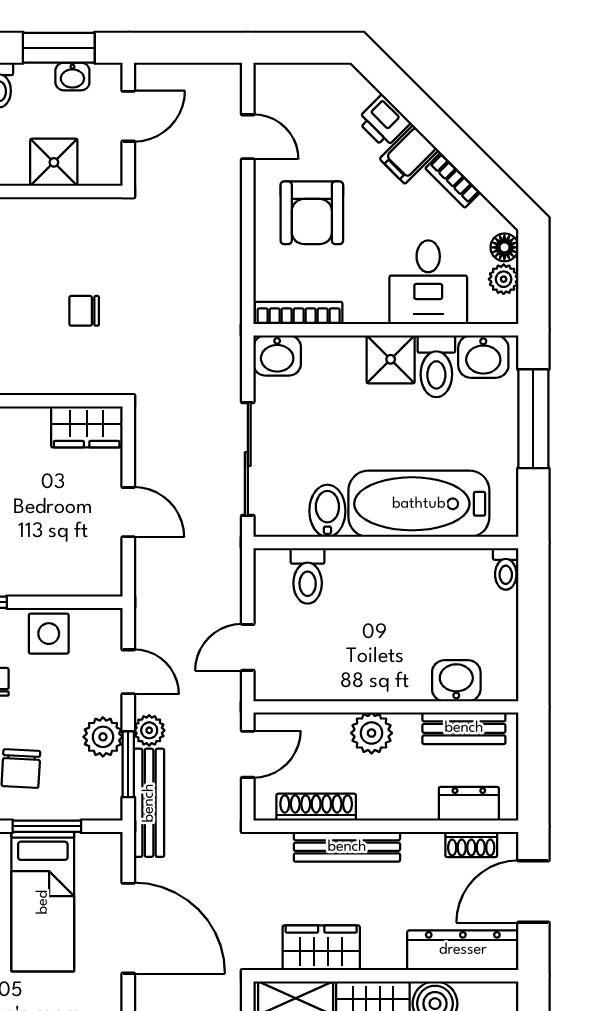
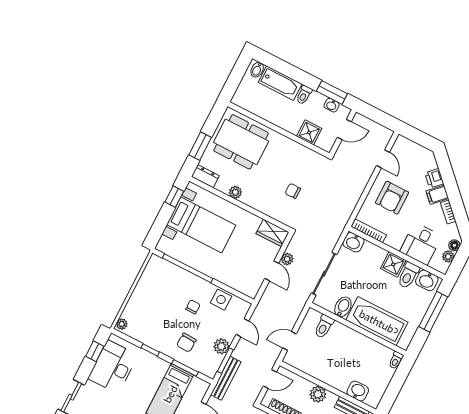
plant: (149, 730) -> (287, 259), moved

